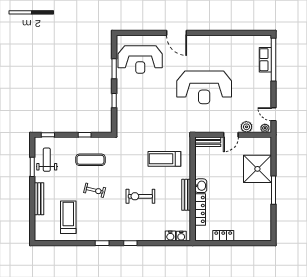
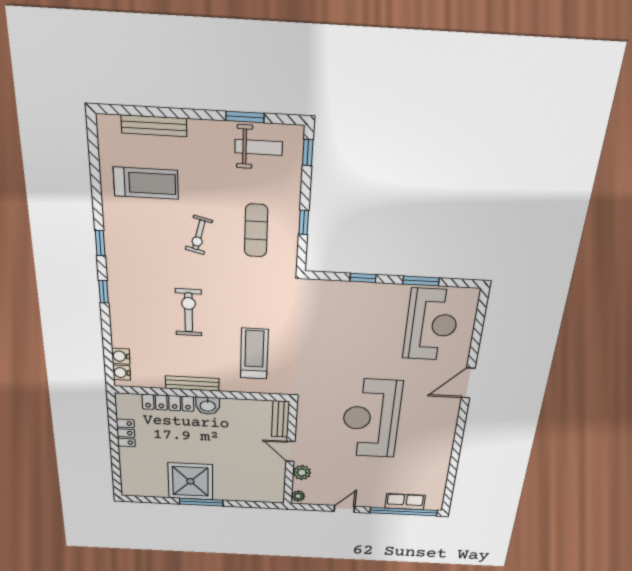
reception desk: (140, 59) -> (431, 325), turned 180
door: (273, 114) -> (344, 509), moved
shower: (257, 169) -> (190, 481), moved
bench: (39, 199) -> (154, 126), moved

